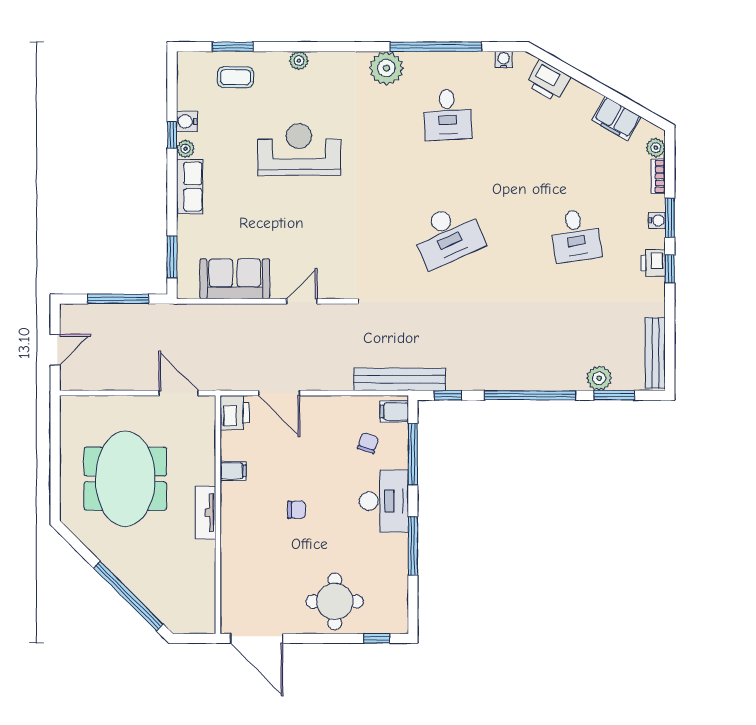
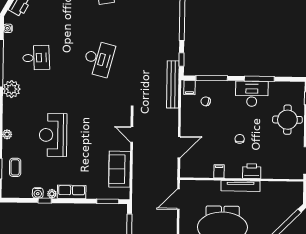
desk: (447, 236) -> (99, 59), turned 39
printer: (235, 413) -> (252, 171), moved
desk: (384, 501) -> (252, 94), moved
tv unit: (206, 513) -> (241, 186), width x1.41

